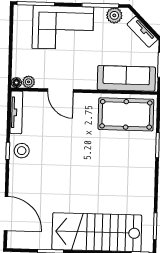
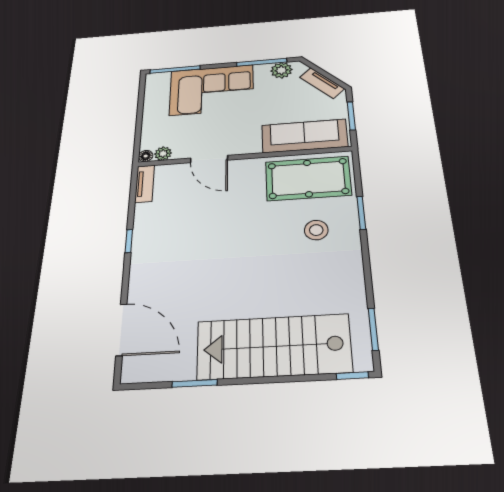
tv unit: (16, 112) -> (145, 184), width x0.71
stool: (22, 151) -> (316, 230), moved

